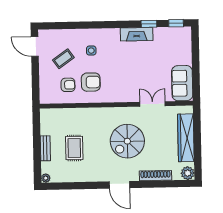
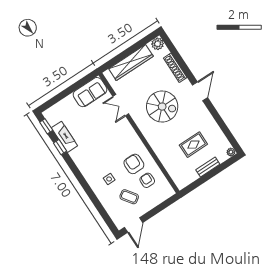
fireplace: (137, 34) -> (64, 137), moved

